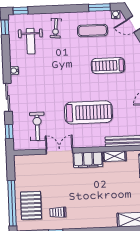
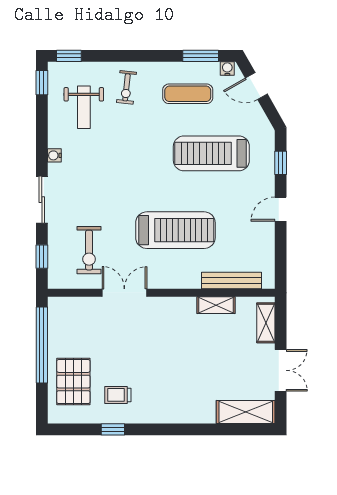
treadmill: (108, 66) -> (211, 153), width x1.37, depth x1.38
exercise bike: (37, 126) -> (89, 250), turned 180
filing cabinet: (88, 160) -> (171, 309), removed
window: (12, 203) -> (42, 345), moved

